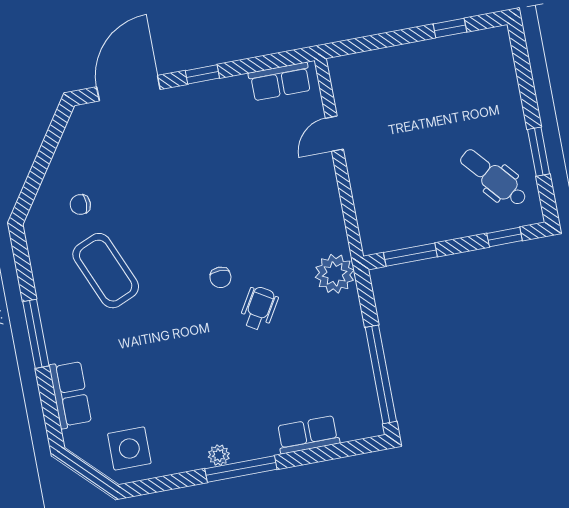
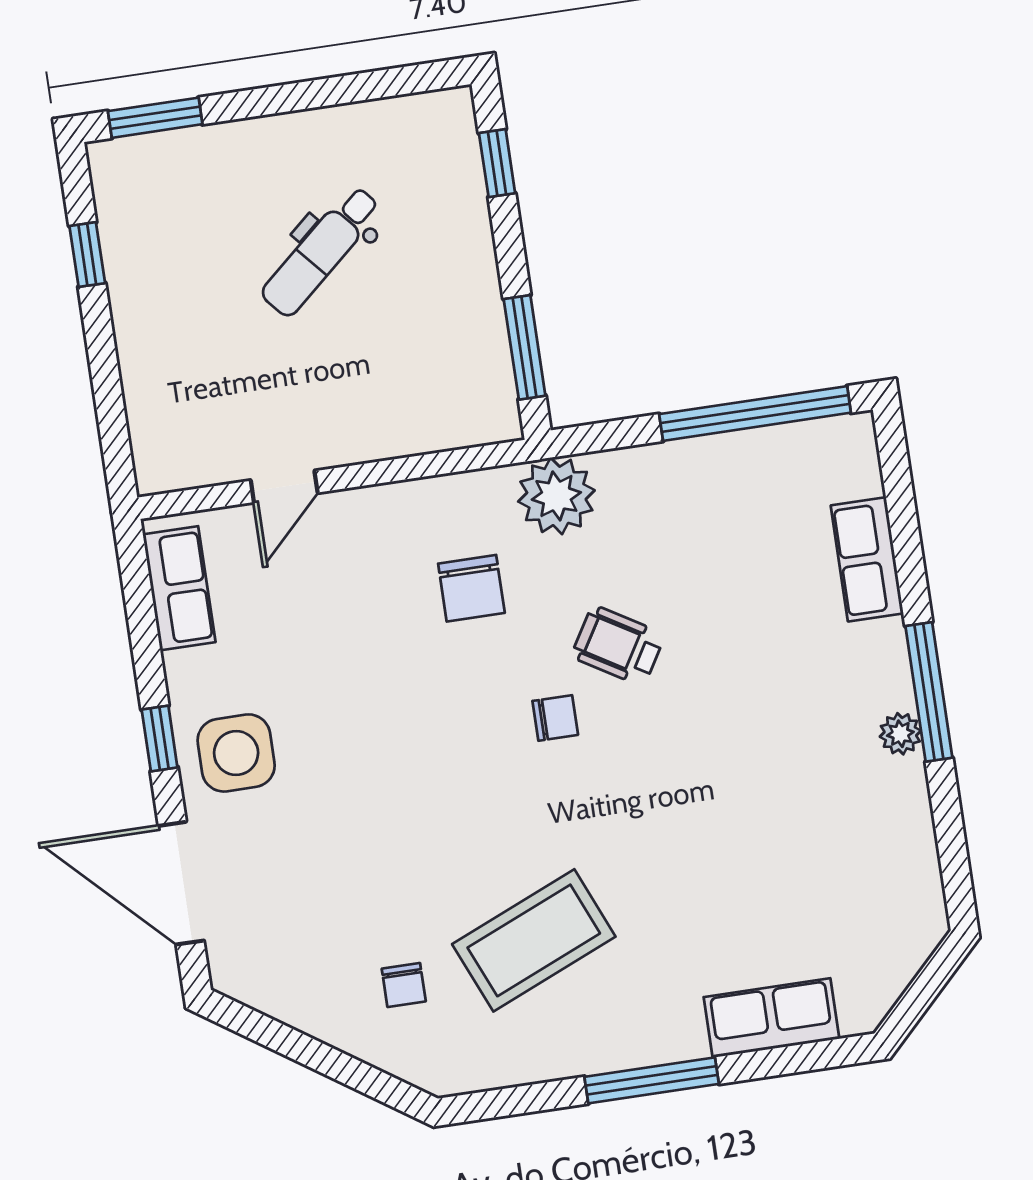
door: (334, 134) -> (284, 487), hinge flipped
window: (539, 152) -> (155, 118), moved
dental chair: (494, 178) -> (321, 251), moved
chair: (286, 232) -> (471, 588), added
side table: (129, 449) -> (236, 753), moved

